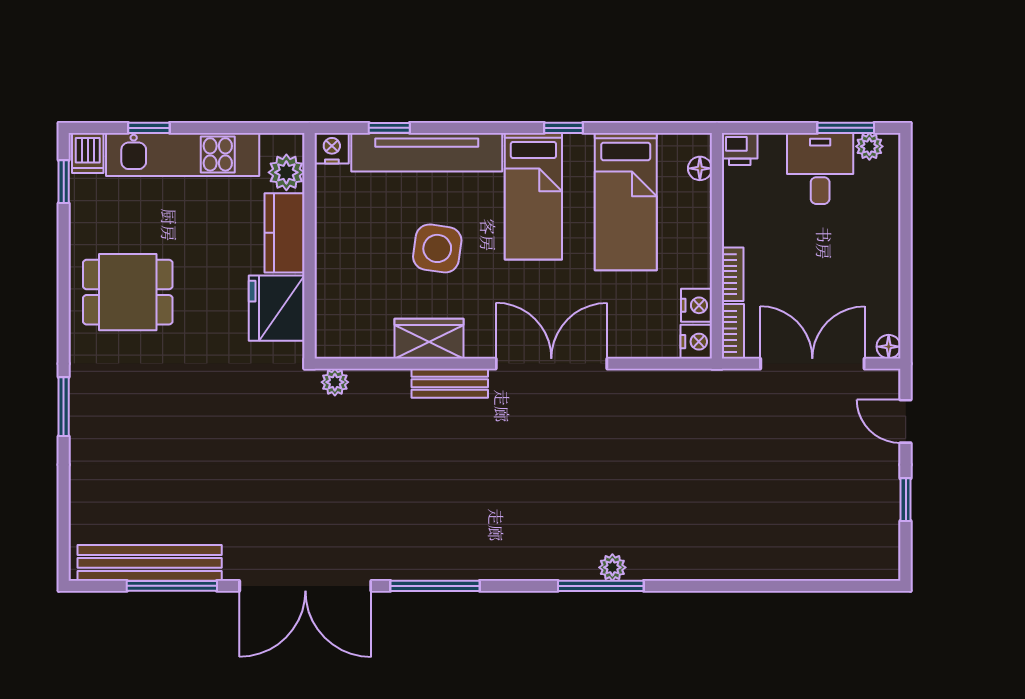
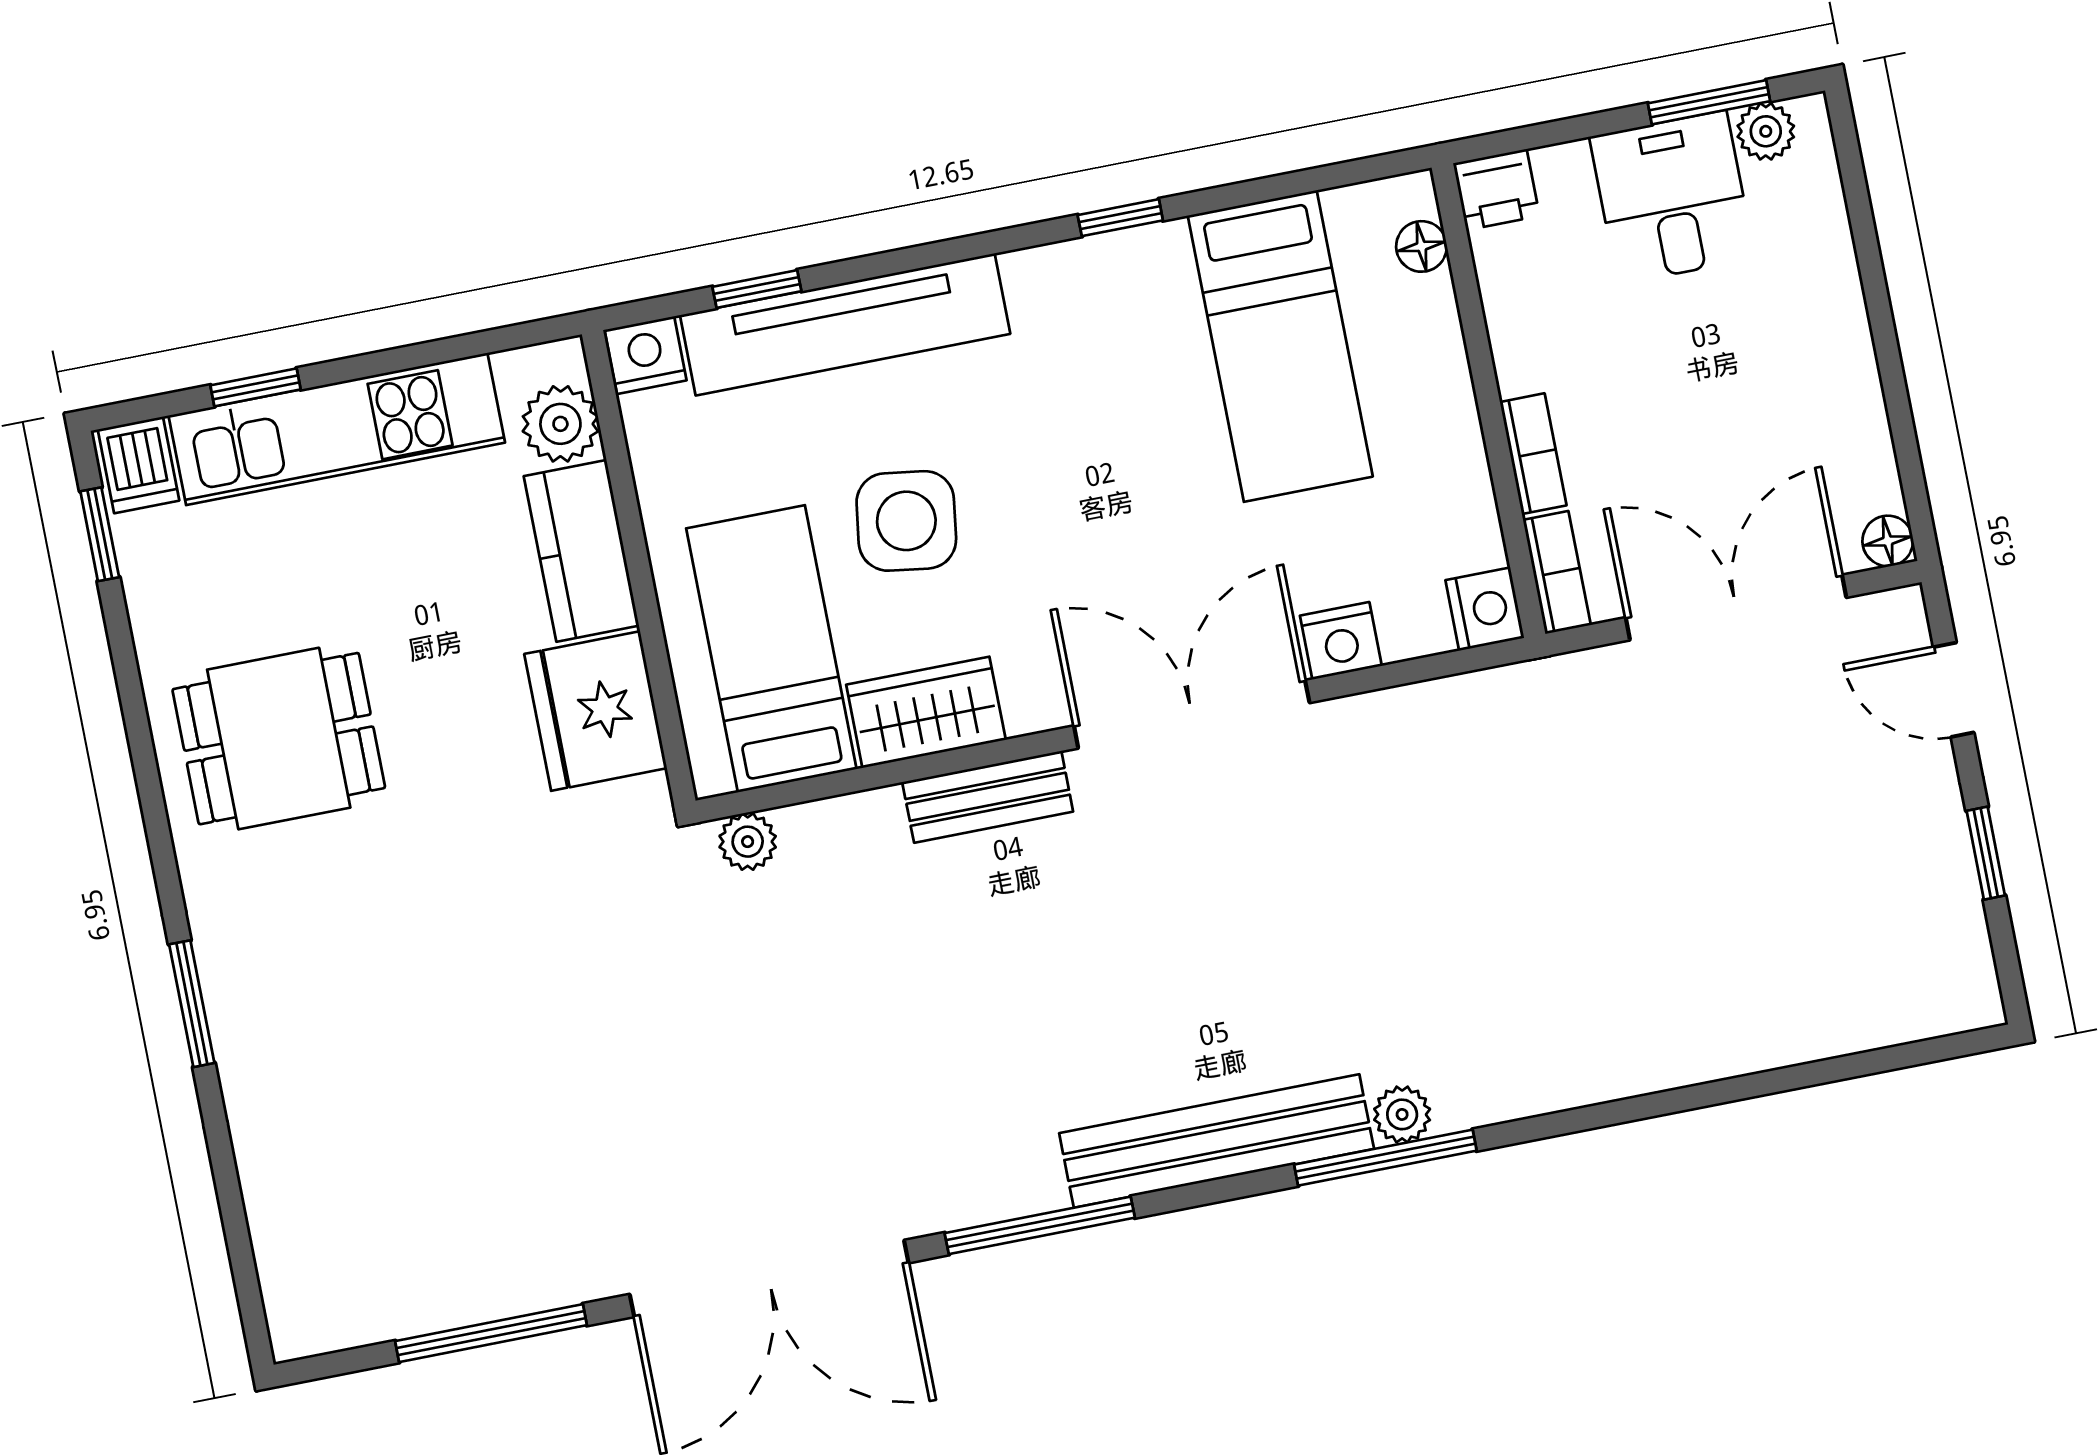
bed: (533, 196) -> (771, 649), moved, turned 180
nightstand: (697, 305) -> (1341, 641), moved, turned 90
bench: (150, 563) -> (1217, 1141), moved

